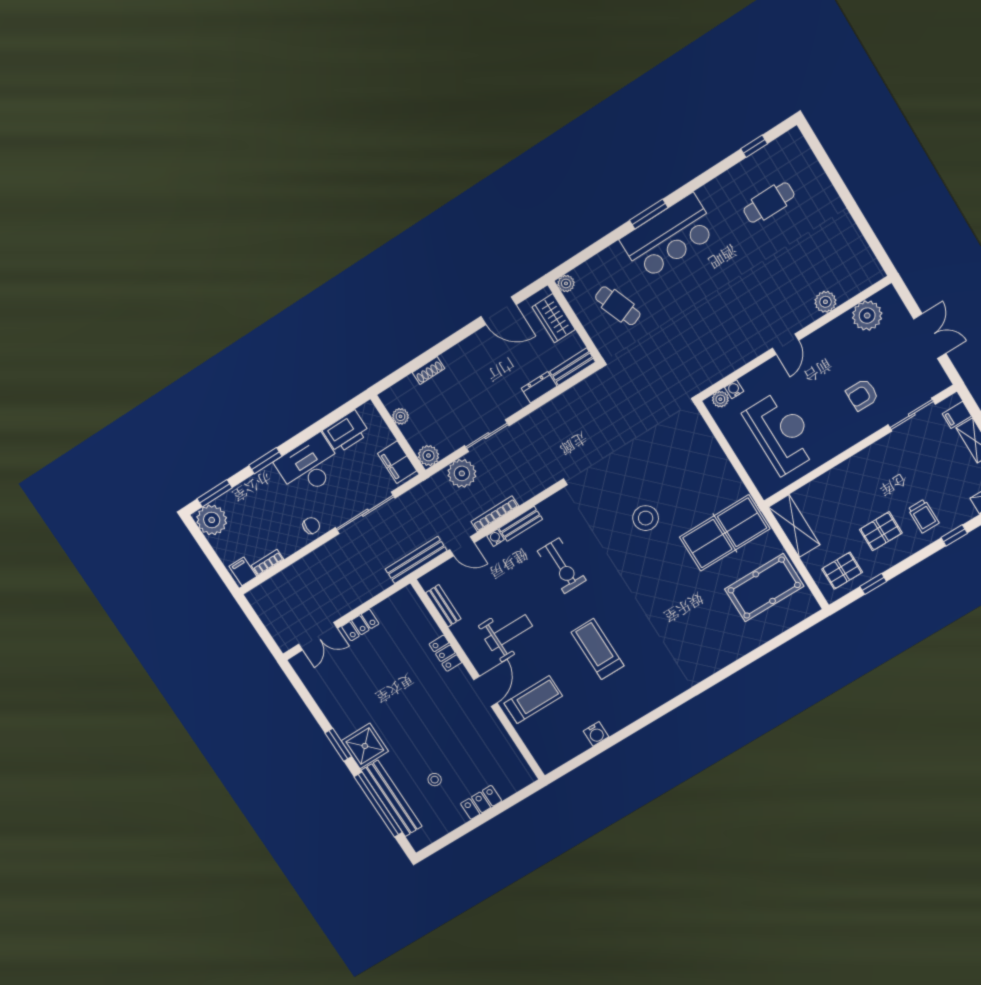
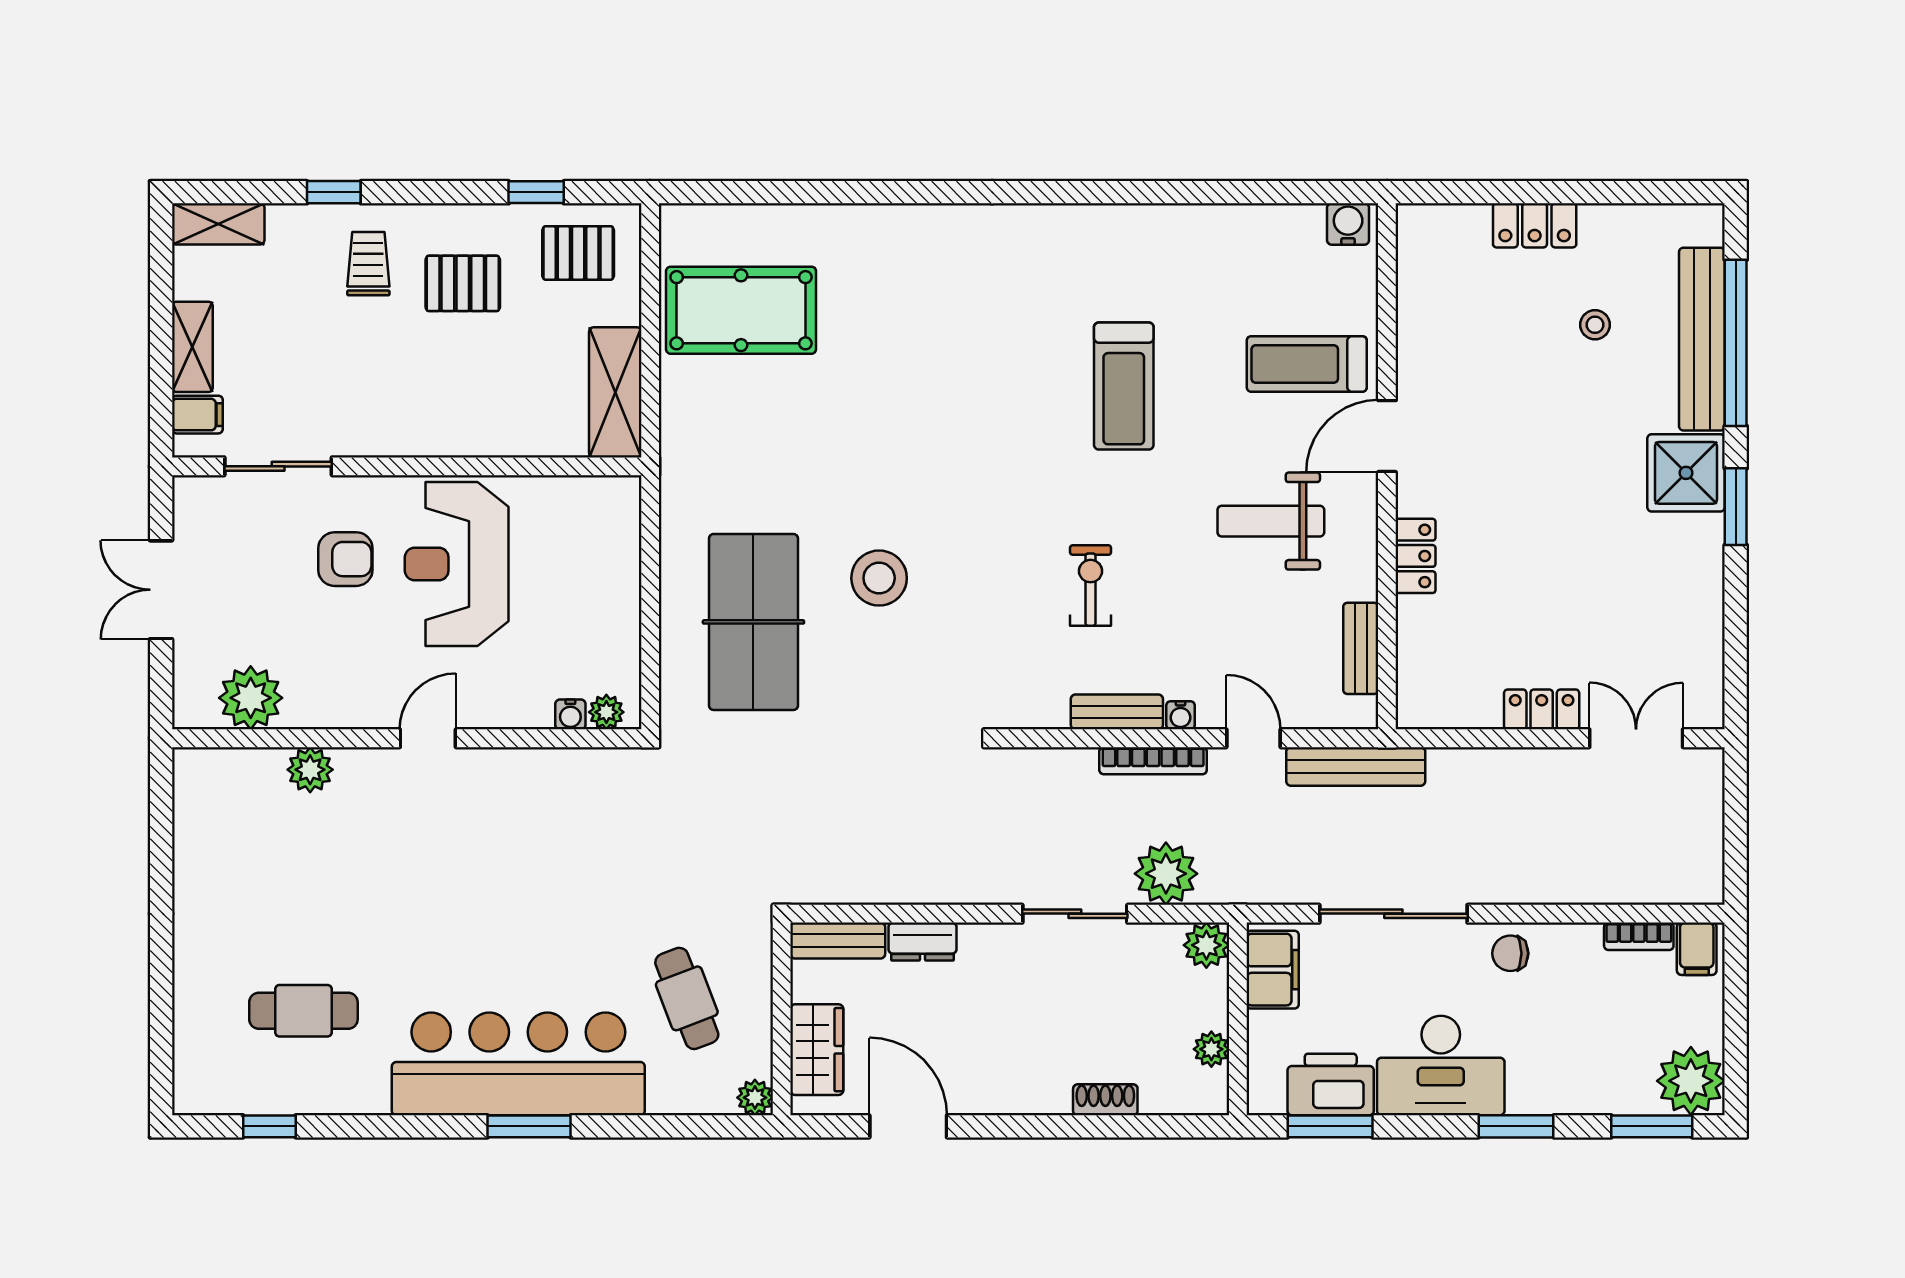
bar counter: (669, 236) -> (518, 1064), width x1.36
window: (336, 415) -> (1330, 1126), added
reception desk: (781, 433) -> (457, 564), moved
table tennis table: (725, 533) -> (753, 622), moved, turned 90
exercise bike: (562, 566) -> (1091, 586), width x0.73, depth x0.72
water cooler: (596, 734) -> (1348, 224), moved

